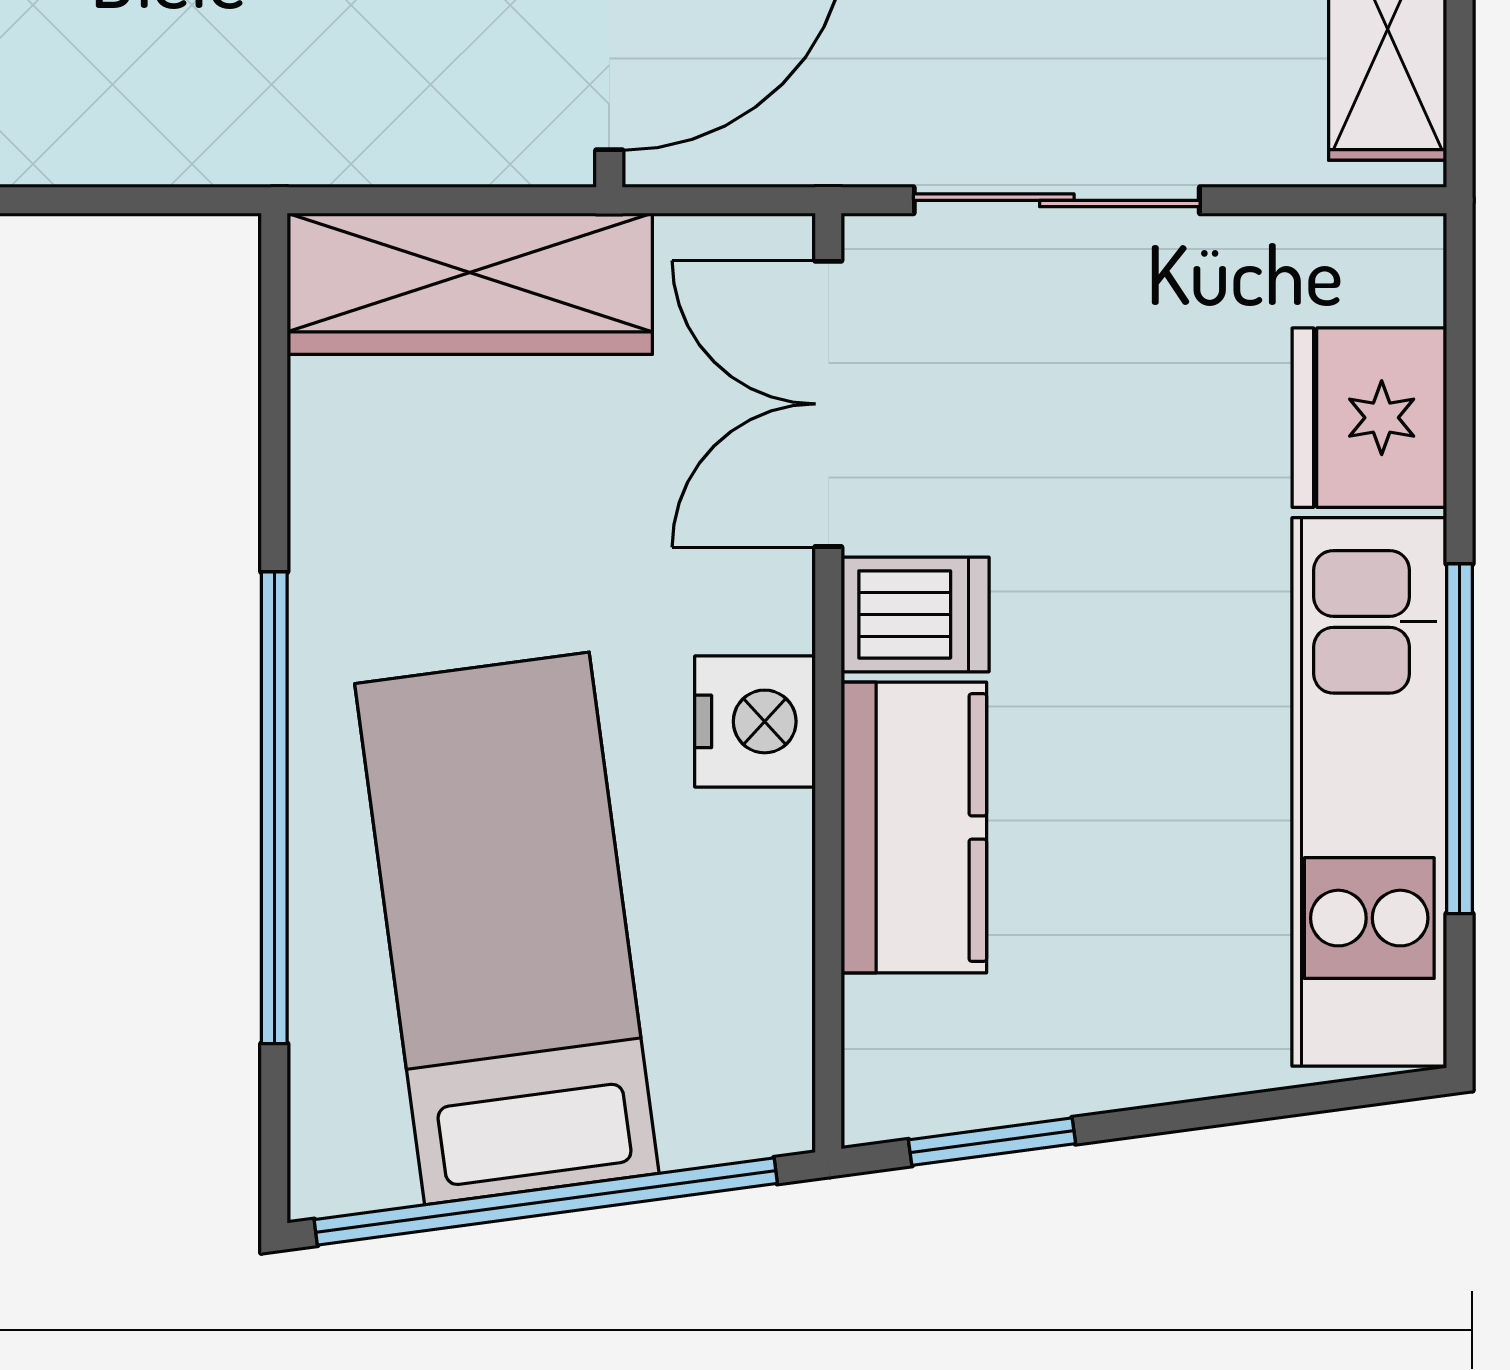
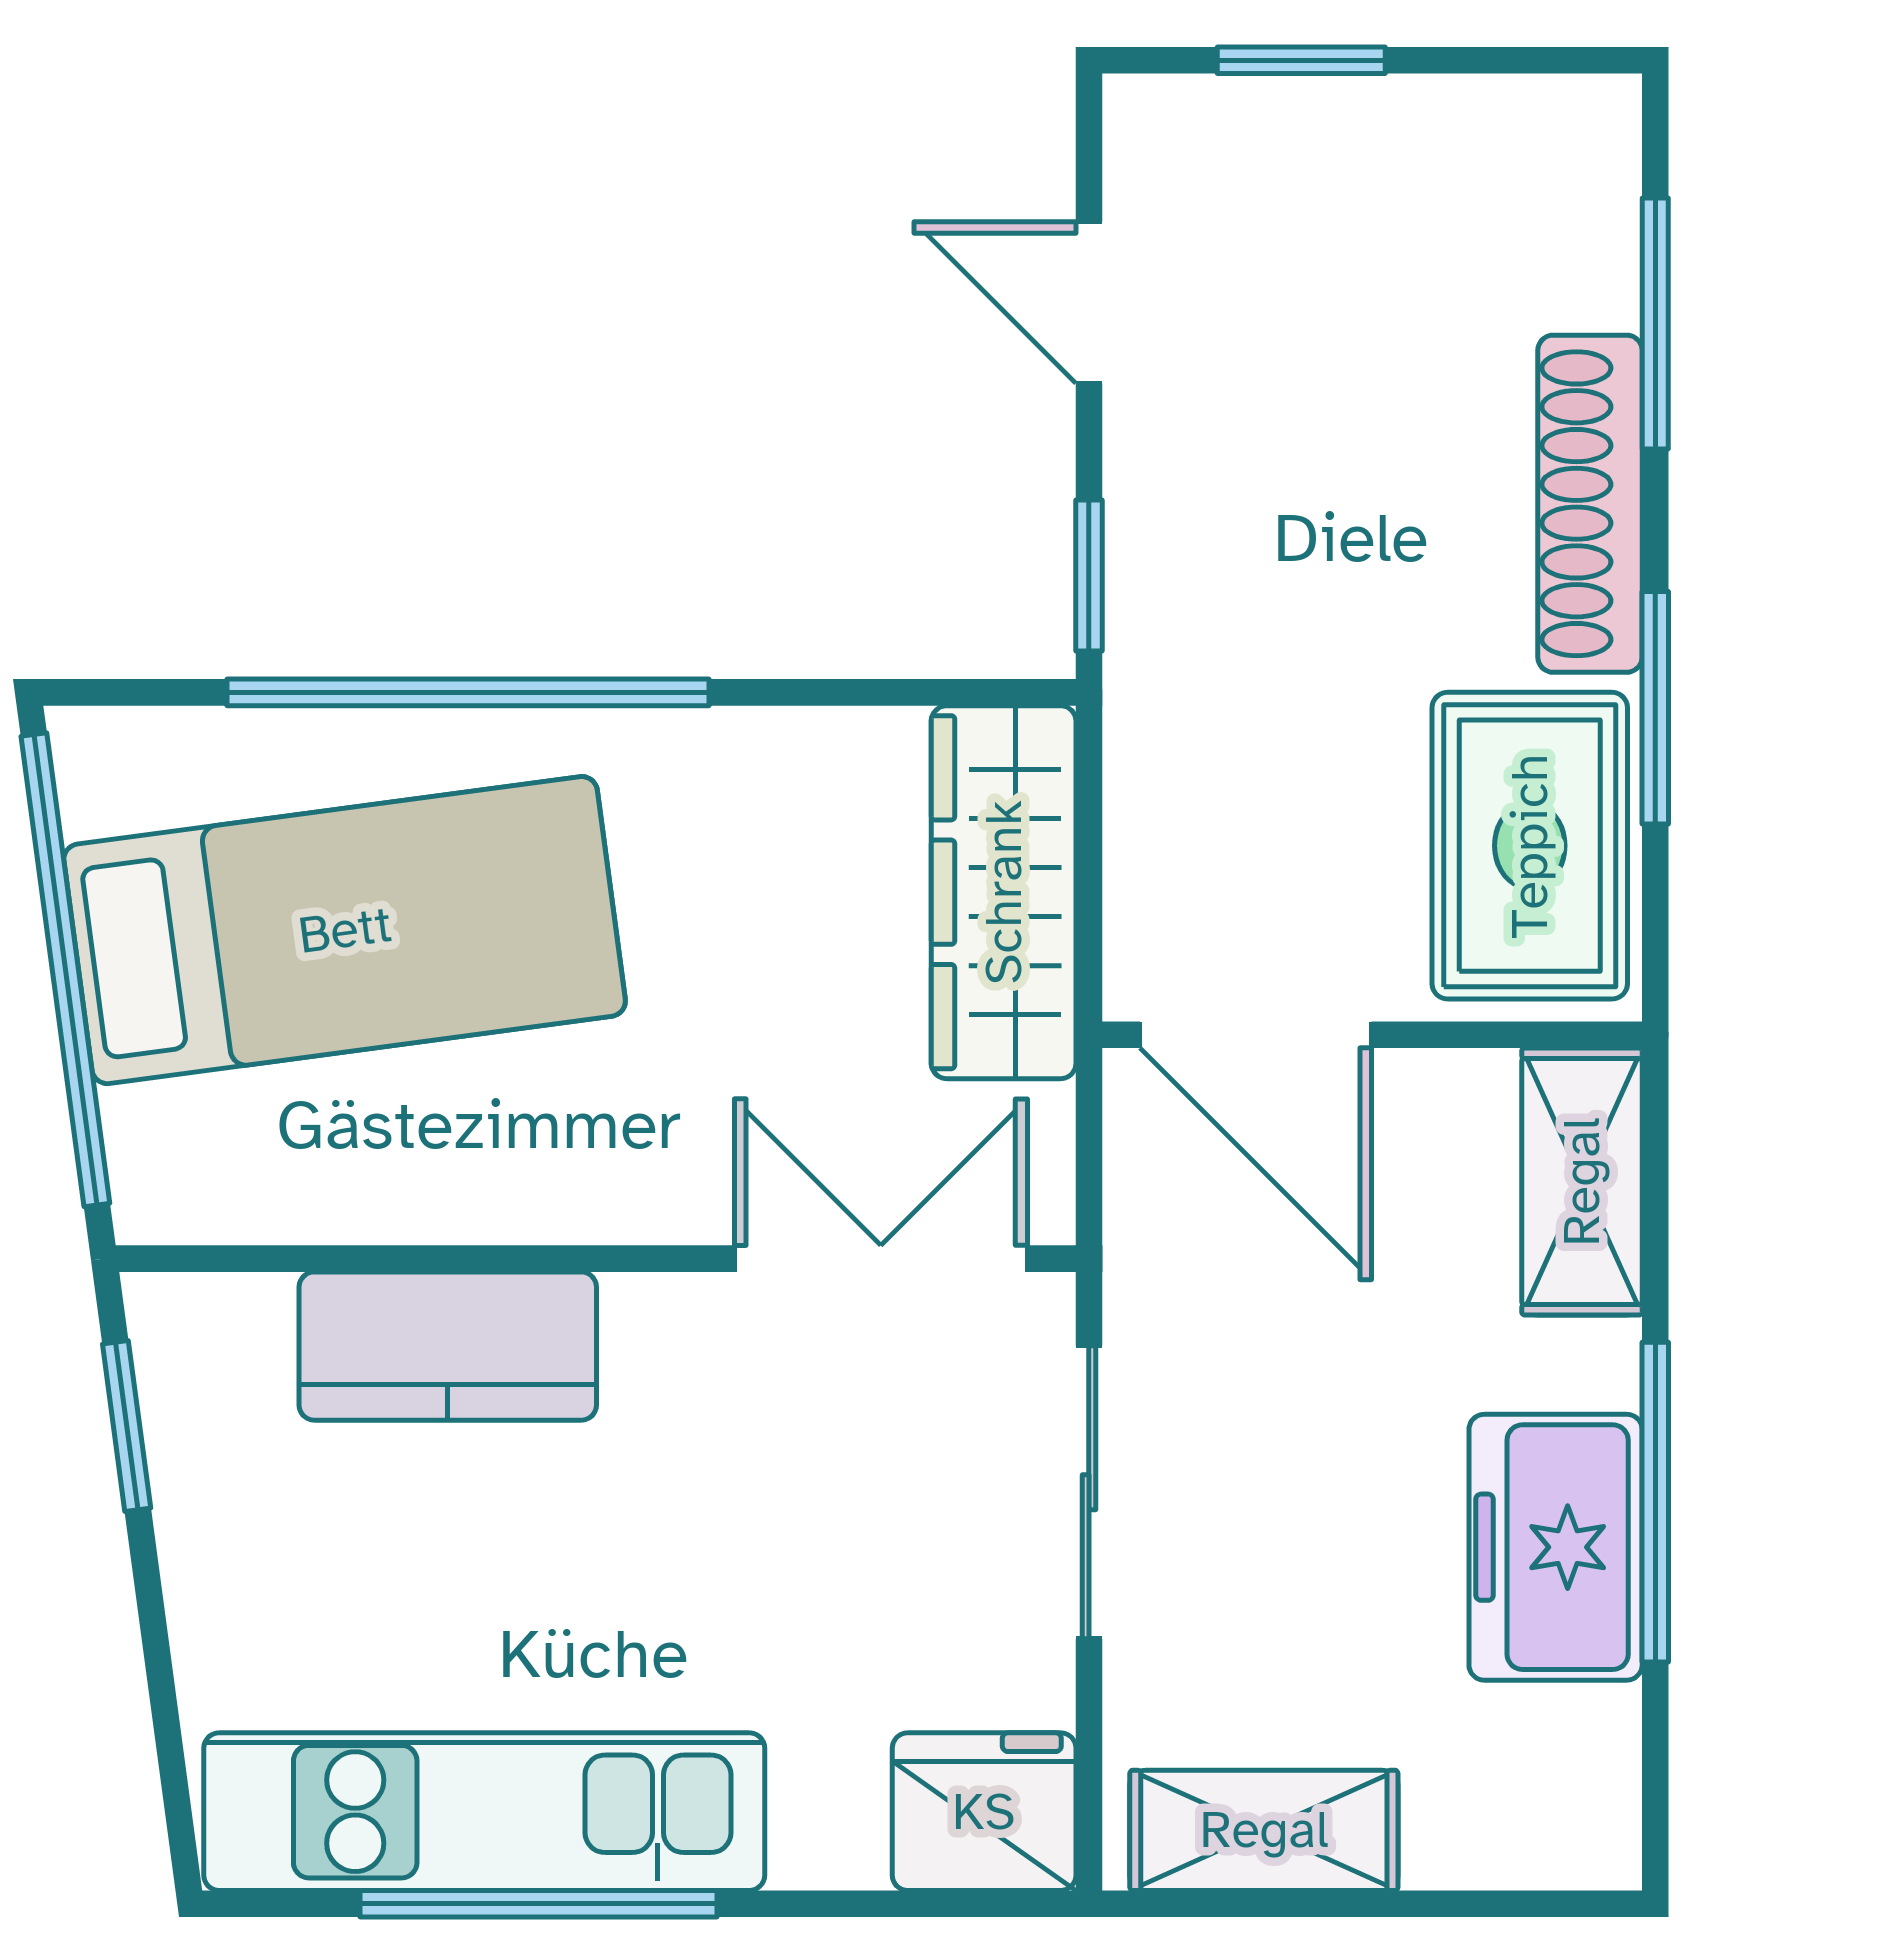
window: (160, 200) -> (1089, 576), added
fridge: (1369, 418) -> (984, 1812), moved
dishwasher: (915, 614) -> (666, 1347), removed
nightstand: (755, 721) -> (556, 1184), removed

